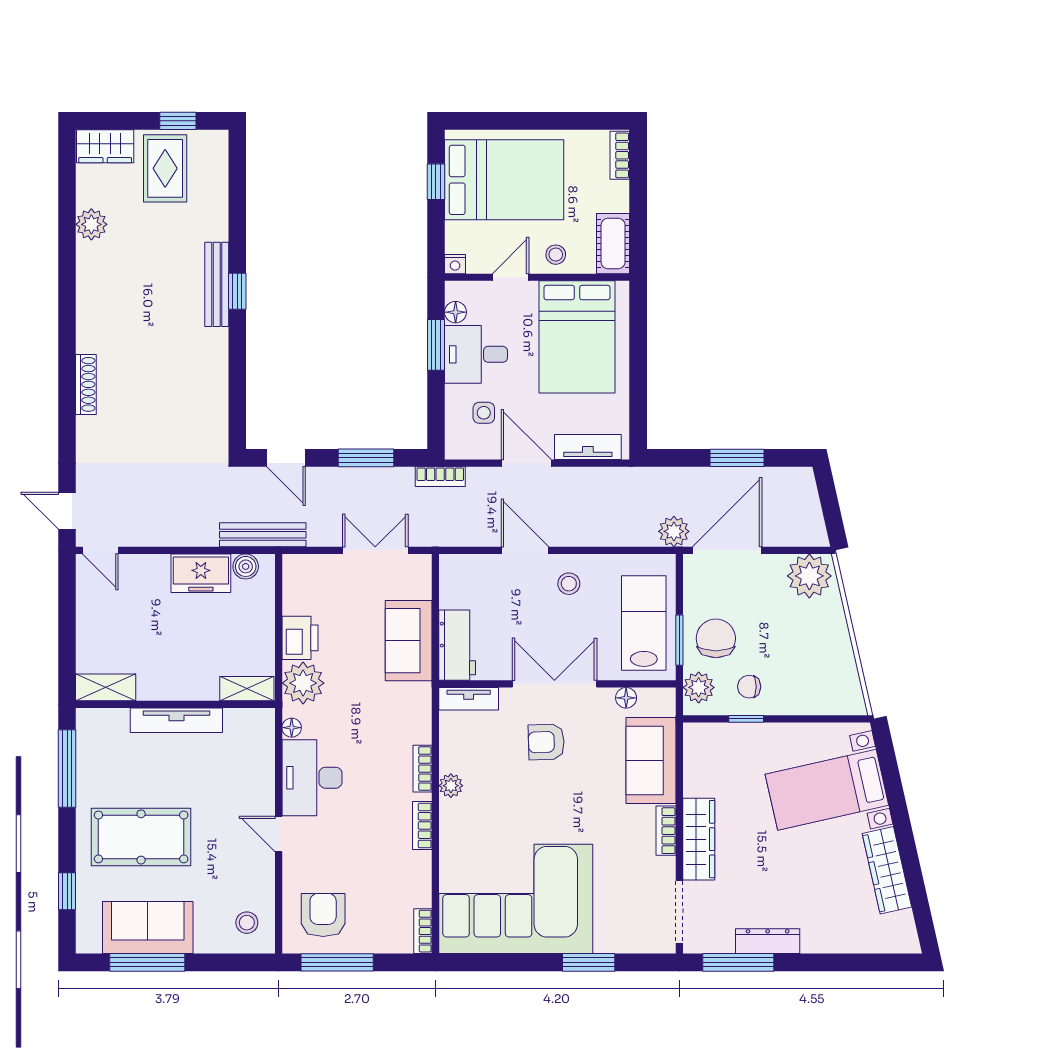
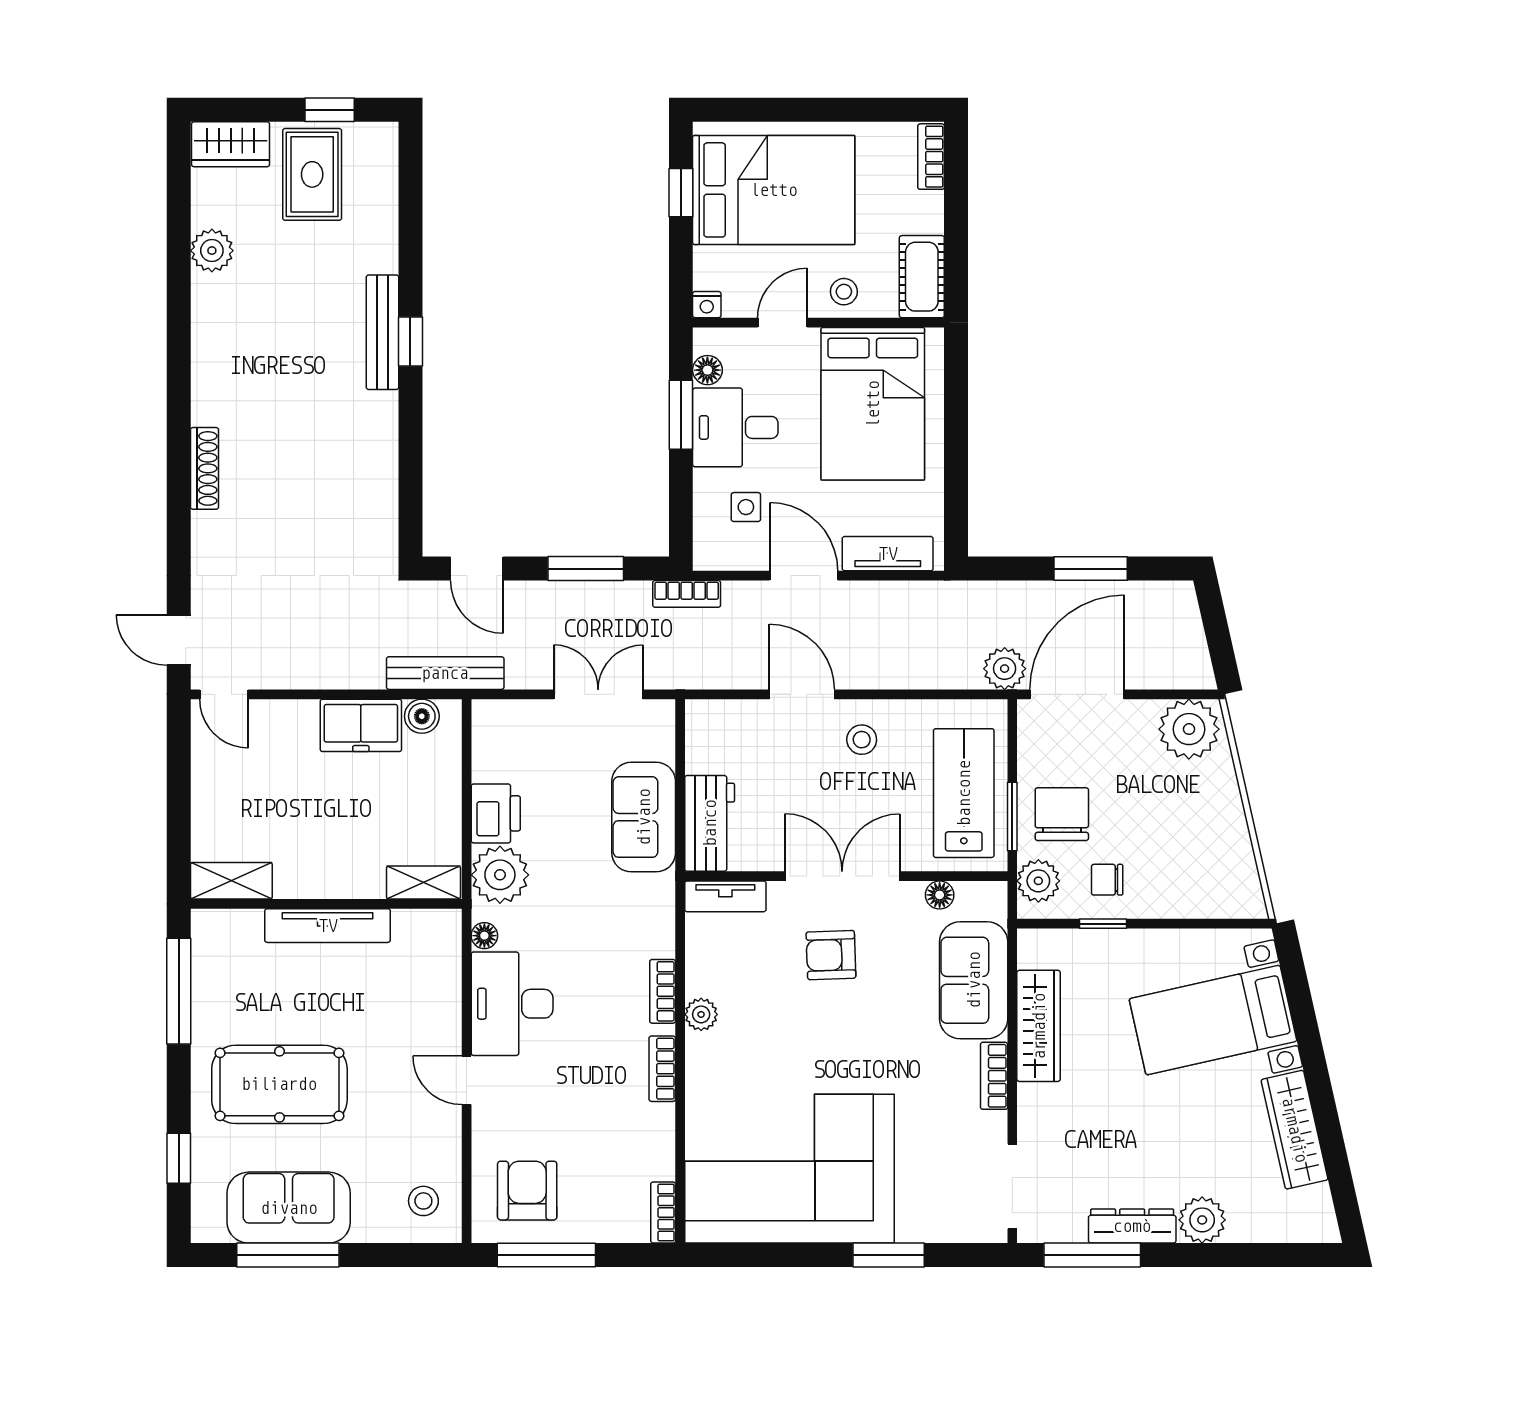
wardrobe: (699, 839) -> (1039, 1026), moved
plant: (819, 937) -> (1202, 1220), added

